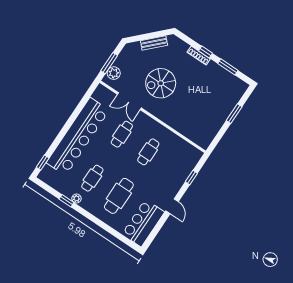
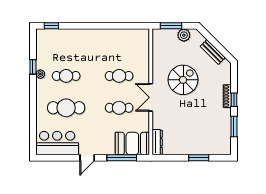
plant: (114, 73) -> (184, 35), moved
spiral stairs: (161, 83) -> (183, 80), turned 90
double door: (129, 101) -> (151, 97), moved
bar counter: (78, 136) -> (93, 41), removed
dresser: (198, 139) -> (157, 142), added
booth: (185, 161) -> (132, 144), added
window: (191, 177) -> (122, 158), width x2.17

